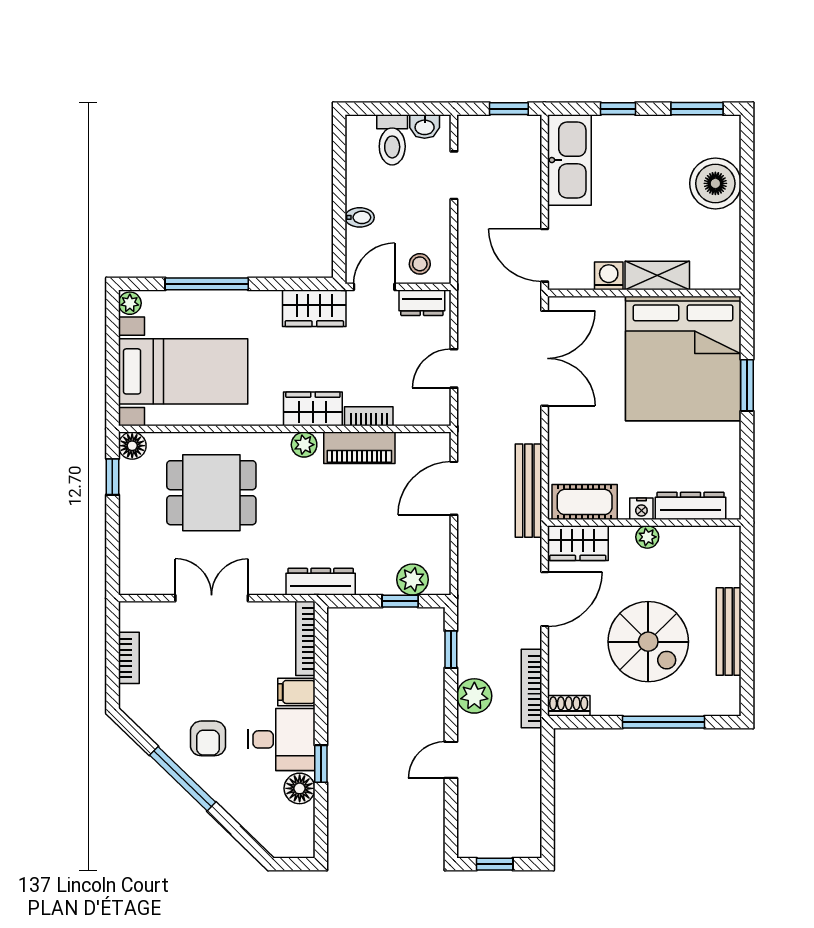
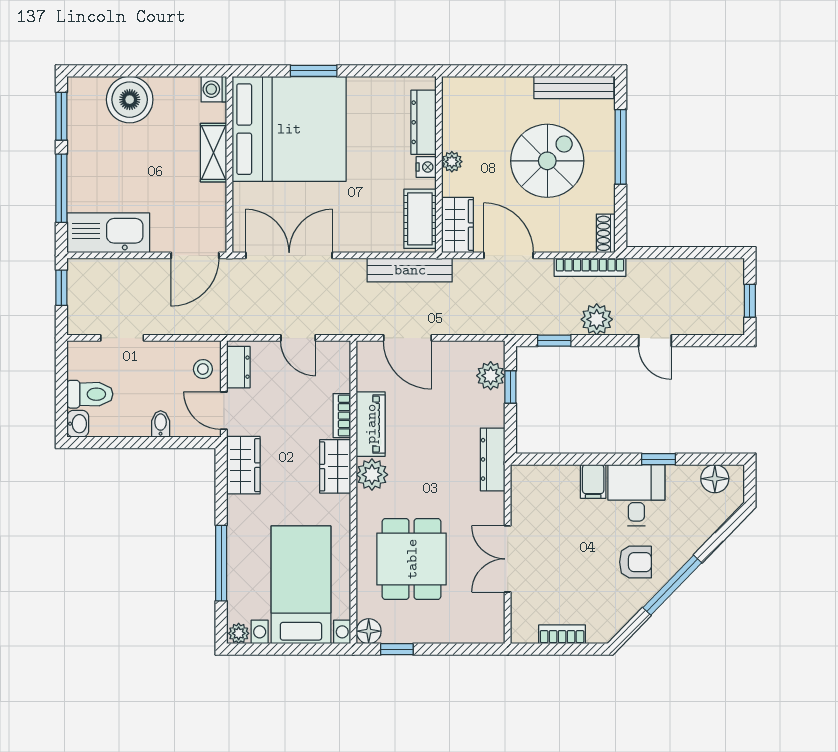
window: (618, 109) -> (61, 188), width x2.17
washbasin: (425, 127) -> (78, 424), moved
washing machine: (609, 276) -> (214, 89), moved
plant: (304, 445) -> (372, 475), width x1.38, depth x1.38
bench: (729, 631) -> (574, 88), moved
bookcase: (305, 638) -> (544, 473), removed
floor lamp: (300, 788) -> (715, 479), moved

